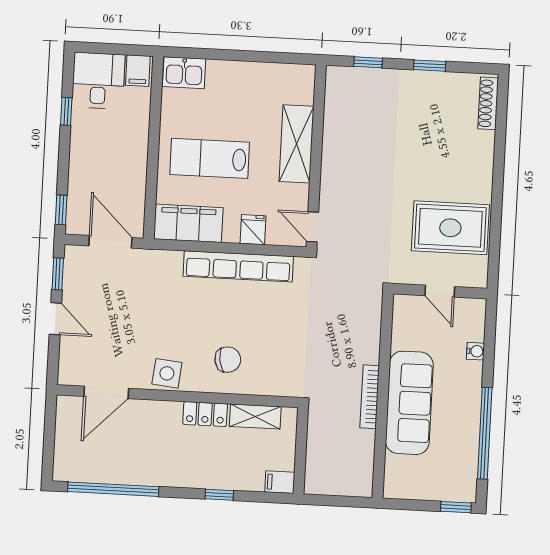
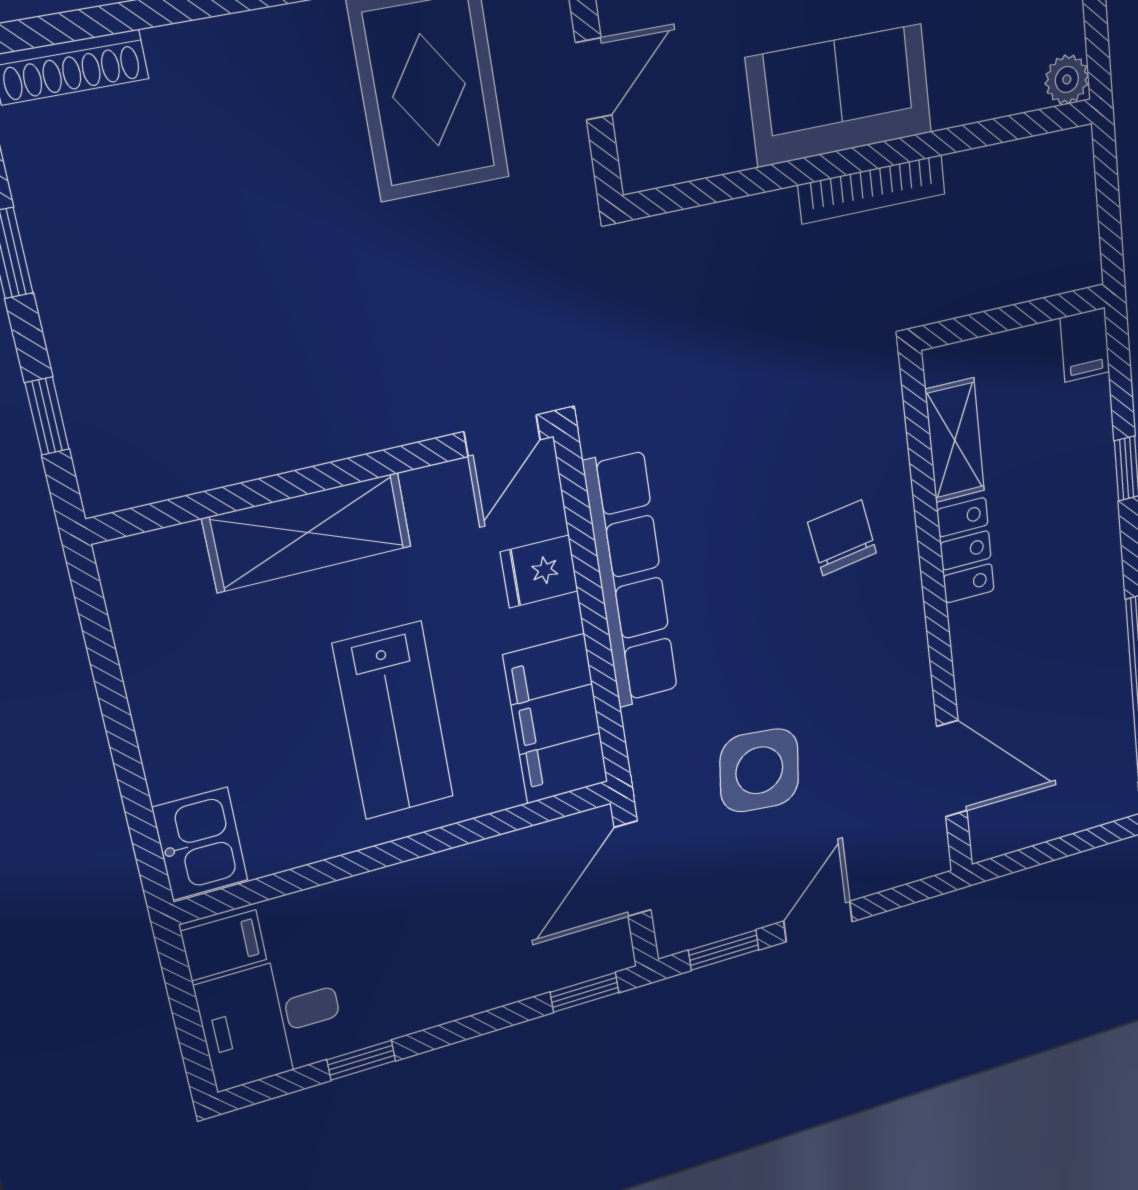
side table: (167, 373) -> (759, 770), moved, width x1.37, depth x1.37
sofa: (409, 403) -> (840, 95), width x0.73
plant: (393, 489) -> (1067, 79), added

